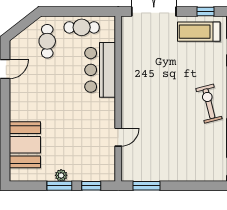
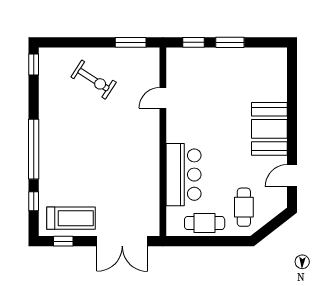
exercise bike: (209, 104) -> (94, 80), moved, turned -43
booth: (25, 145) -> (269, 129), moved
plant: (61, 175) -> (228, 54), removed

